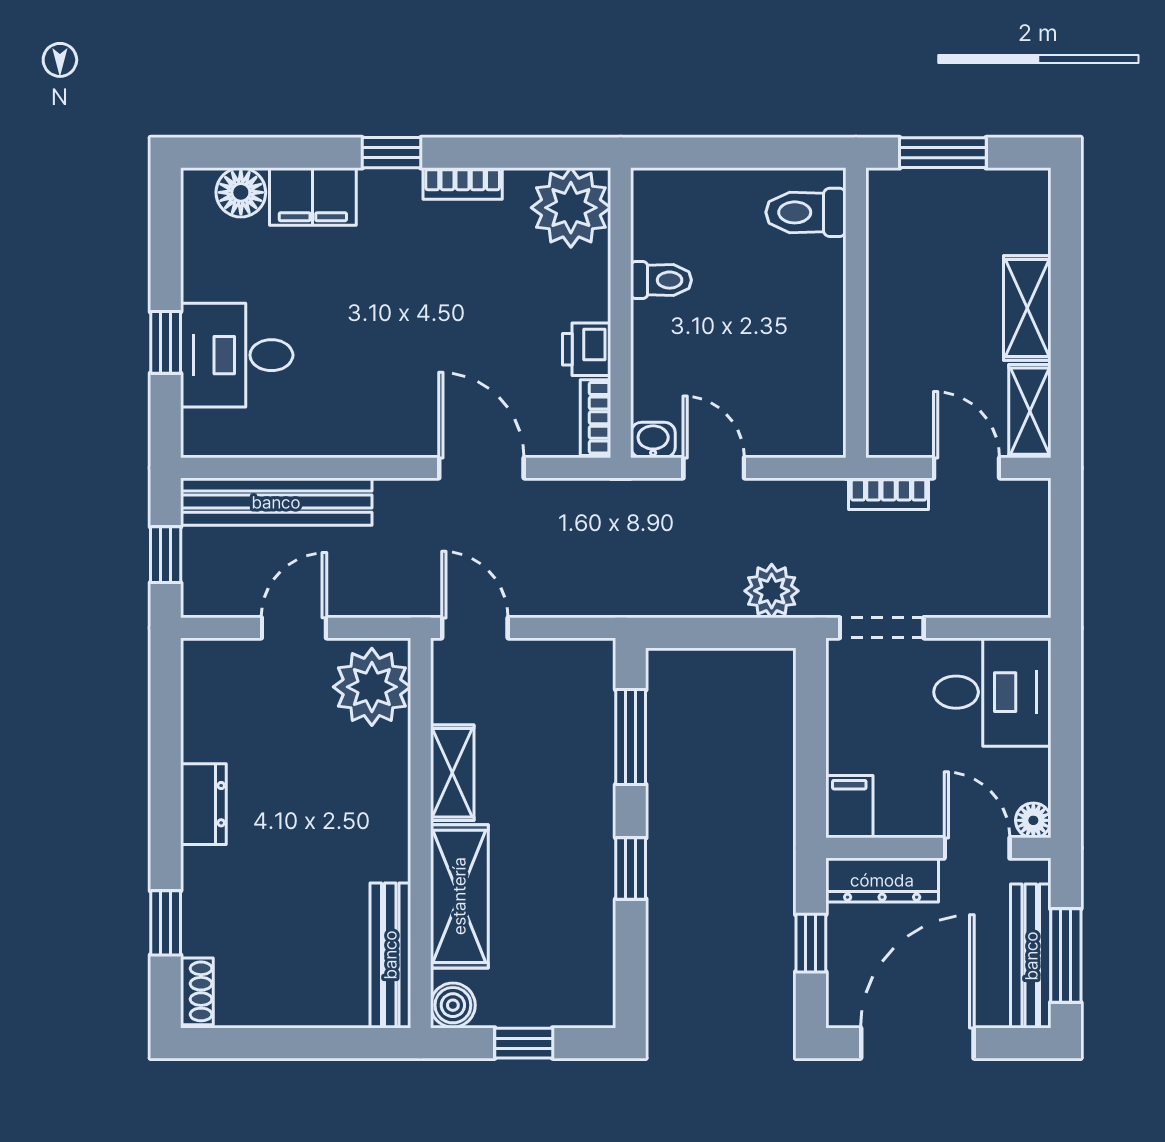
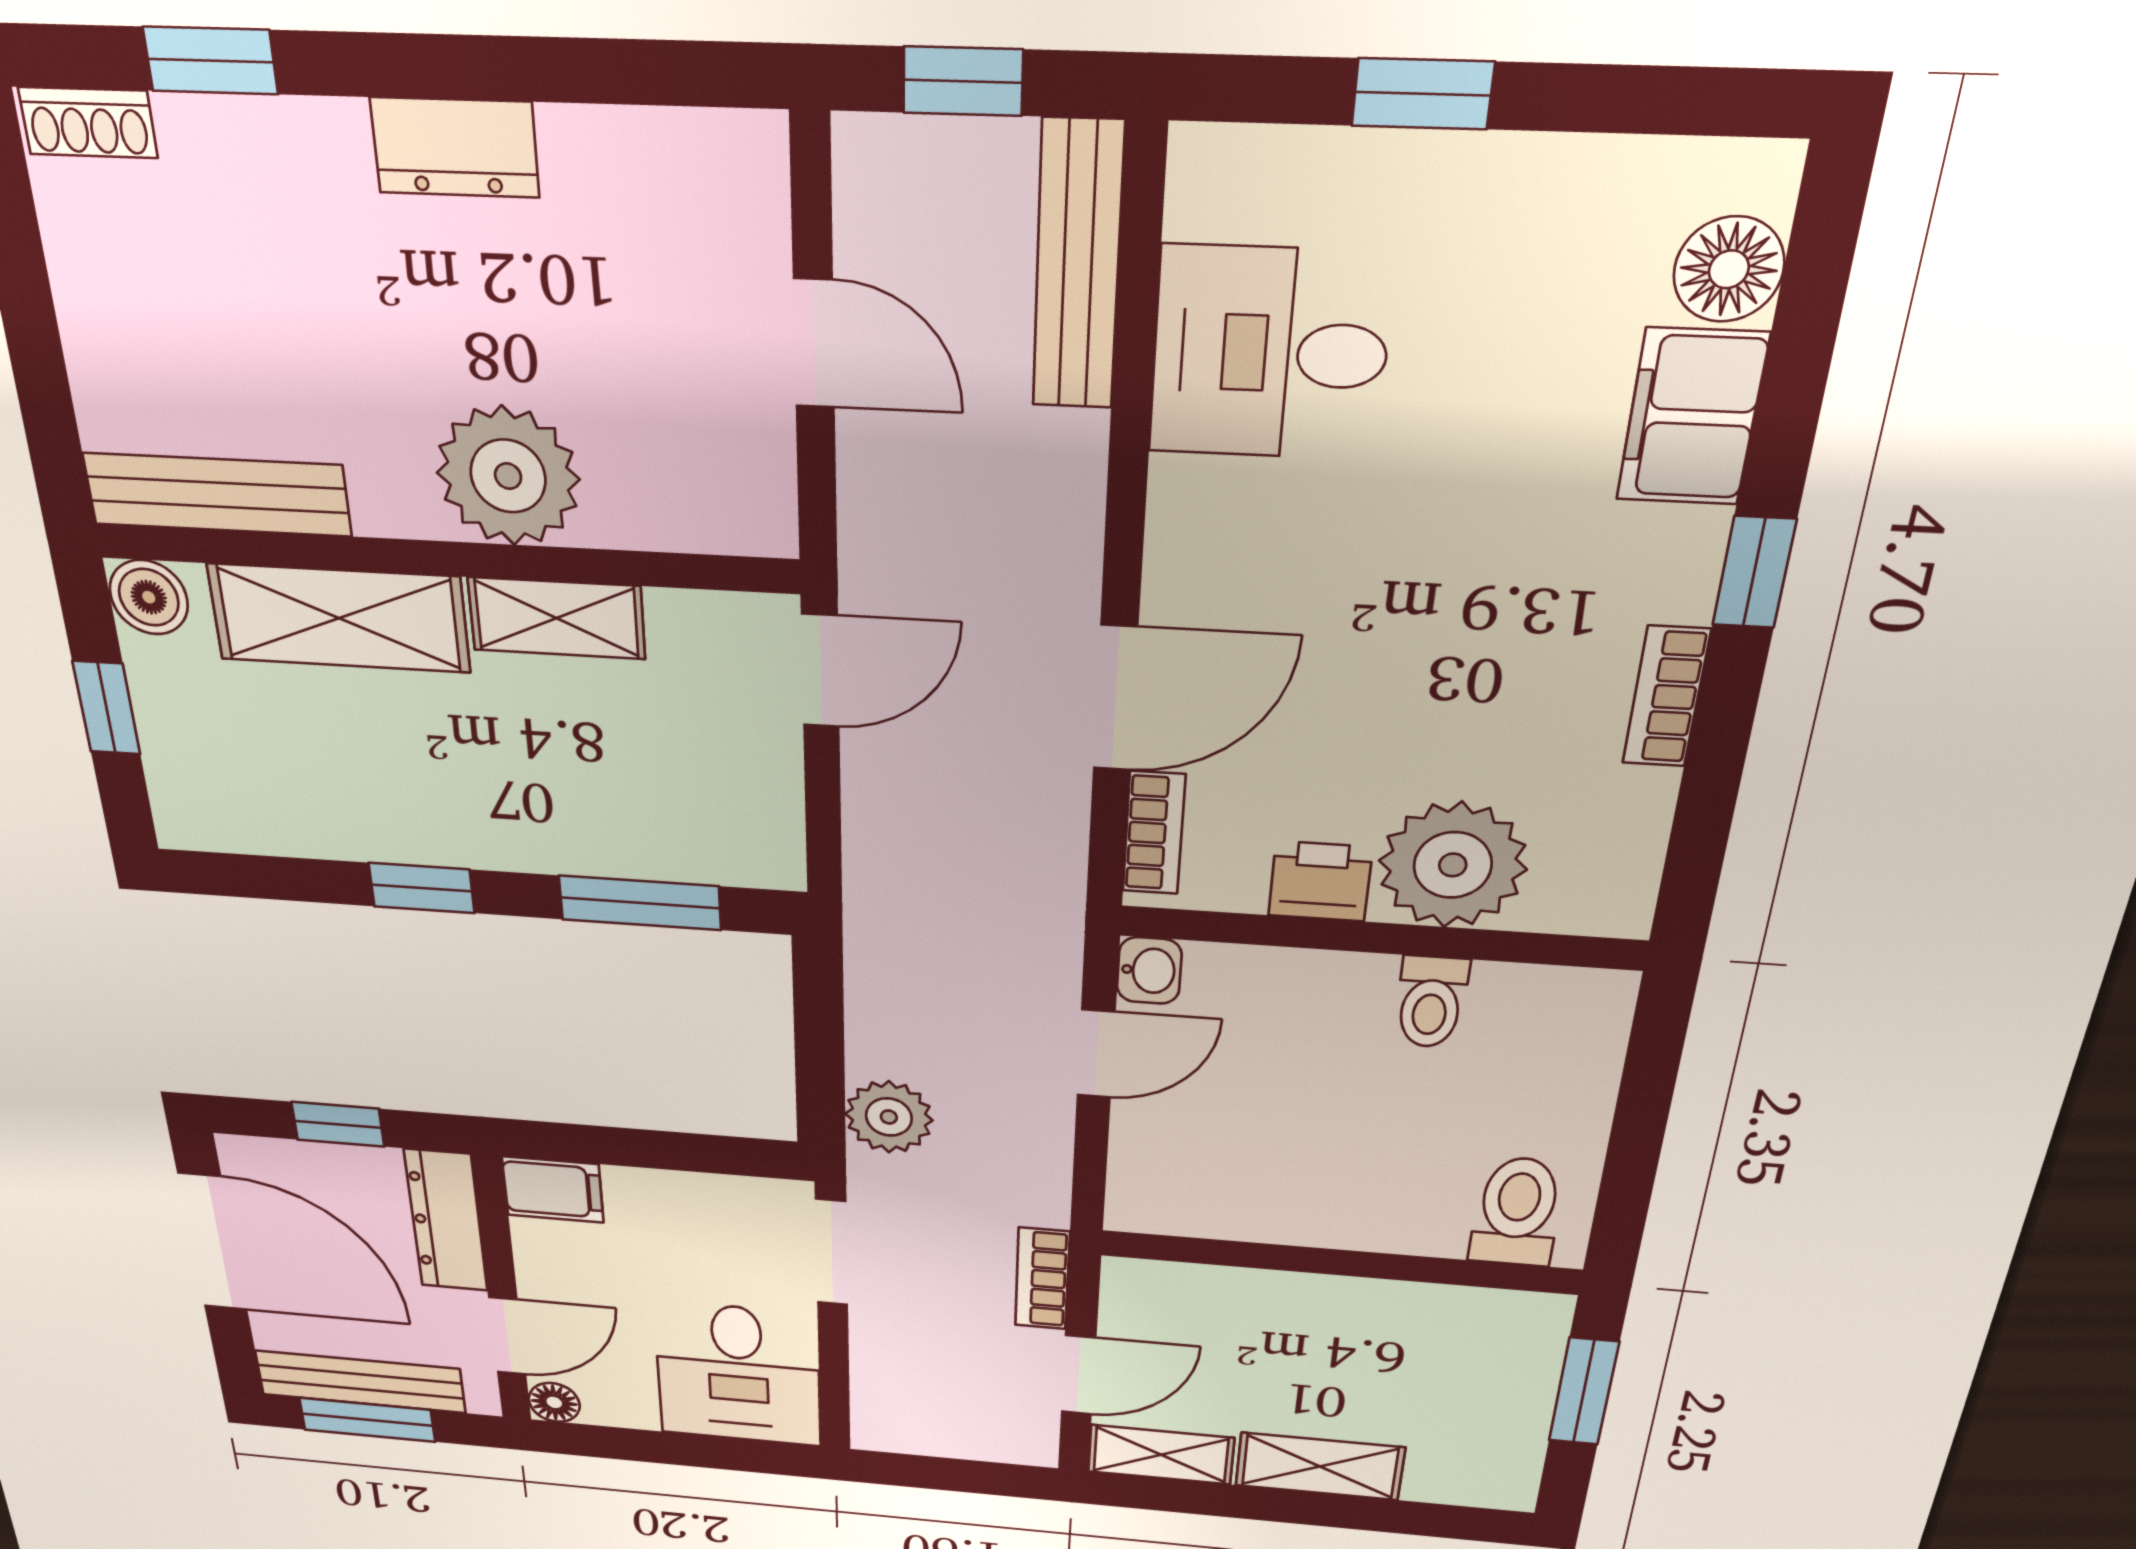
plant: (571, 208) -> (1453, 865), moved
desk: (237, 355) -> (1270, 354), moved, turned -90
bookcase: (595, 418) -> (1154, 833), moved, turned 90
bench: (276, 502) -> (1078, 266), width x0.73, depth x0.82
plant: (372, 687) -> (508, 476), moved

